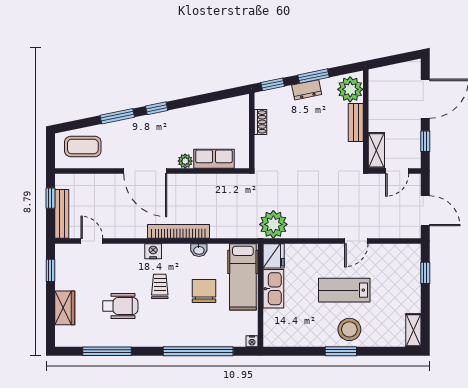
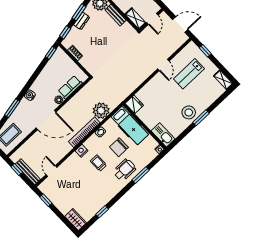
window: (157, 108) -> (51, 53), moved
water cooler: (155, 121) -> (30, 95), added
plant: (273, 224) -> (101, 111), moved
door: (92, 241) -> (51, 171), hinge flipped
kitchen sink: (273, 289) -> (163, 135), moved
lab bench: (344, 290) -> (189, 74), moved
chair: (204, 291) -> (119, 147), turned -90
wheelchair: (120, 306) -> (125, 170), moved
wardrobe: (65, 308) -> (76, 220), moved
stool: (349, 329) -> (189, 112), moved
window: (107, 351) -> (102, 212), width x0.46
window: (198, 351) -> (141, 175), width x0.47

